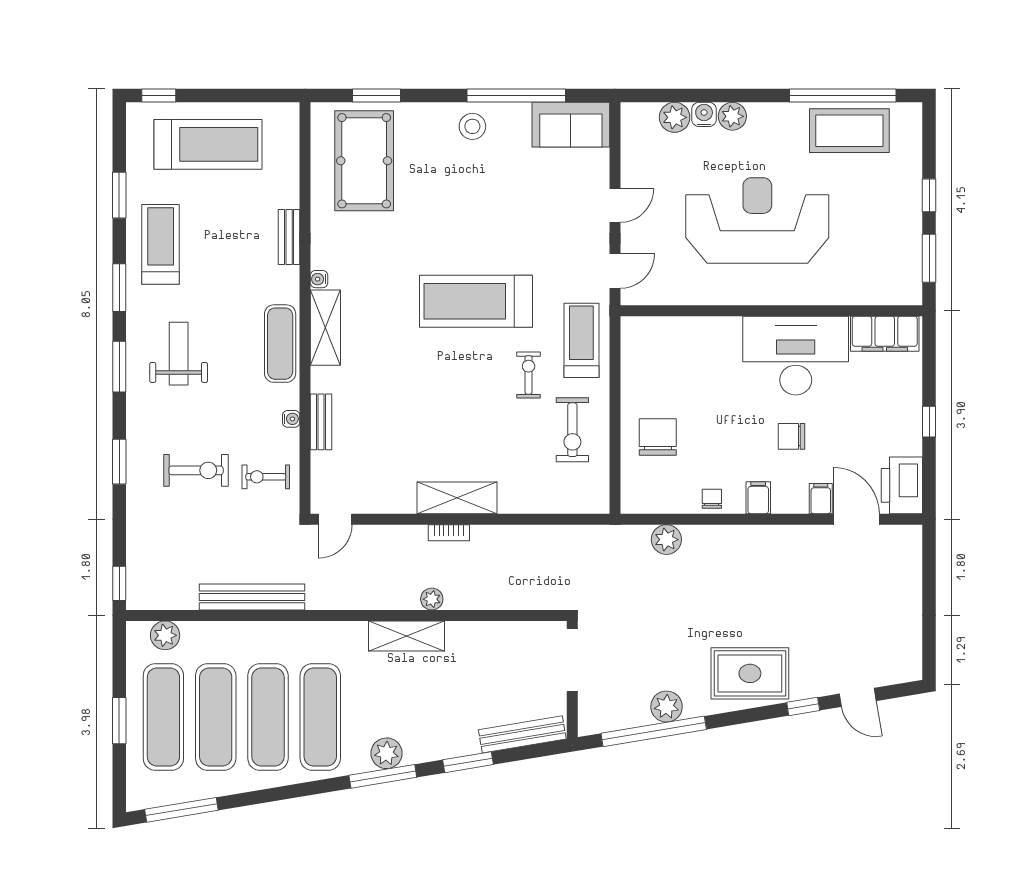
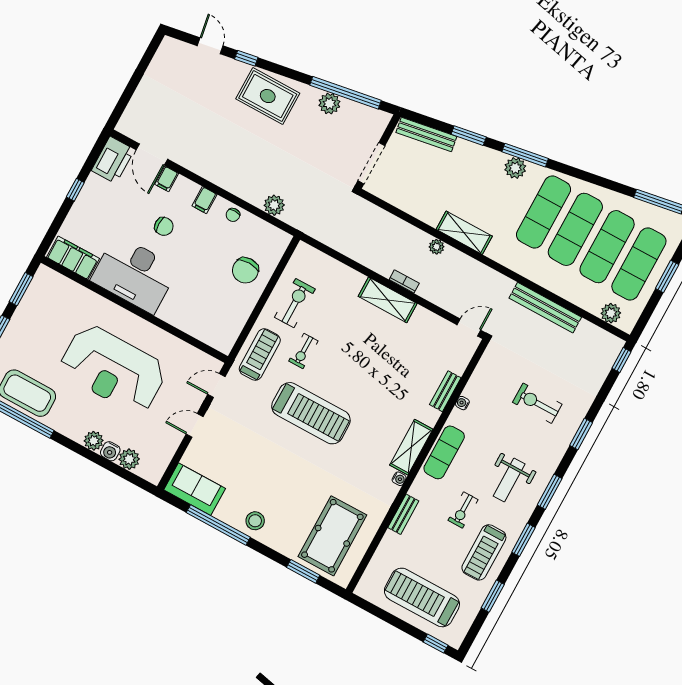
treadmill: (581, 340) -> (260, 355), turned 180
exercise bike: (266, 477) -> (463, 510), moved, turned 90

